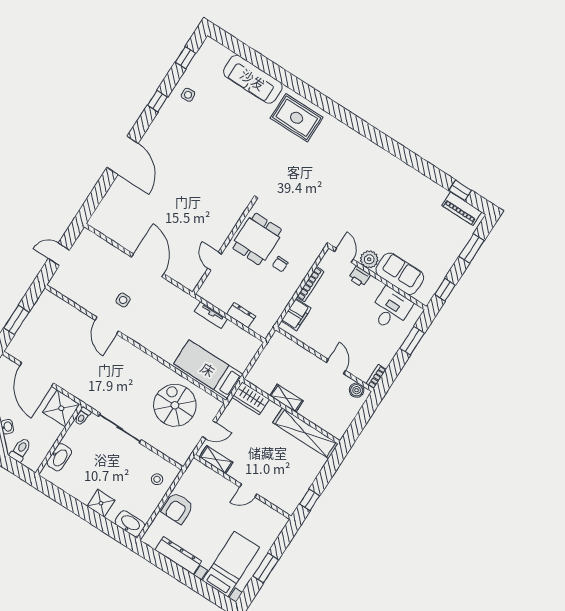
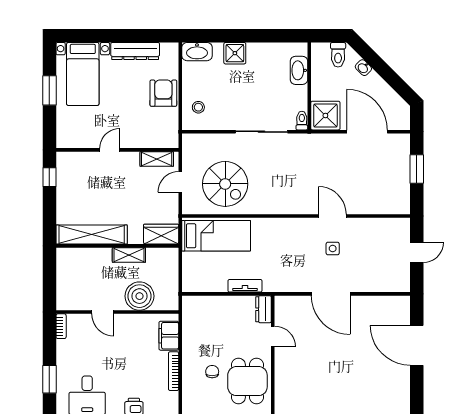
door: (123, 155) -> (417, 345), moved
dresser: (241, 315) -> (263, 309), moved, turned 90
boiler: (357, 390) -> (139, 296), moved, width x1.86, depth x1.86

